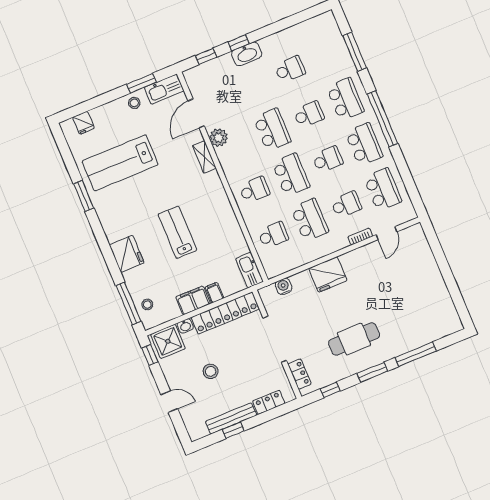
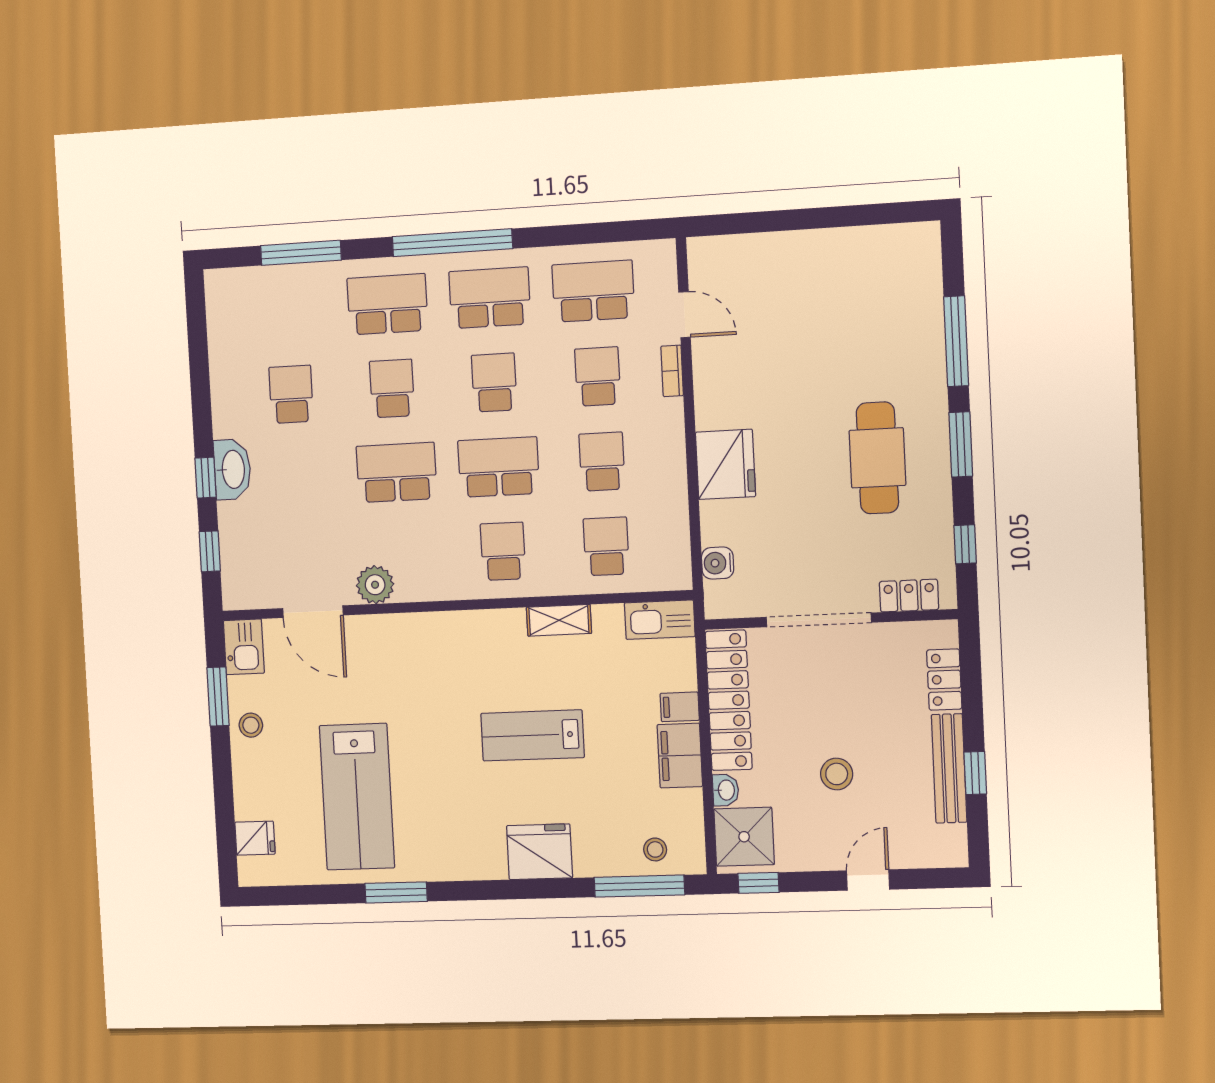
kitchen sink: (164, 89) -> (244, 647), width x0.73
shelving: (204, 157) -> (559, 620), moved
school desk: (310, 220) -> (602, 462), width x0.54

